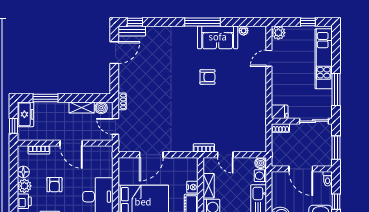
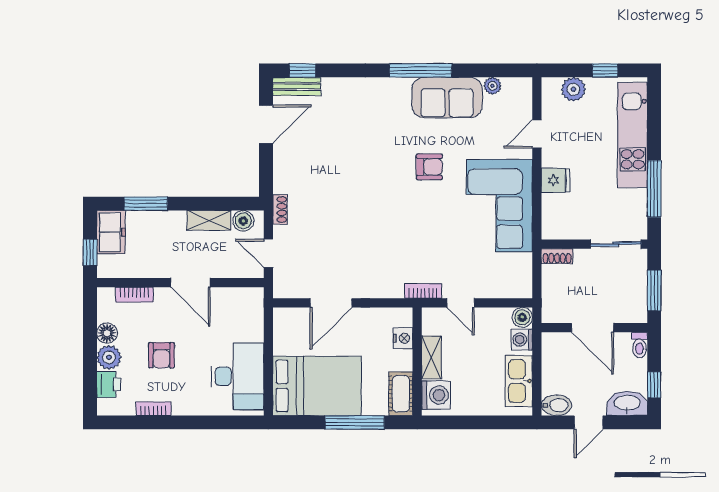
plant: (278, 33) -> (573, 89), moved
corner sofa: (247, 99) -> (499, 206), added
fridge: (280, 112) -> (556, 180), moved
nightstand: (192, 187) -> (403, 338), moved

